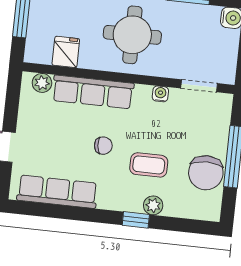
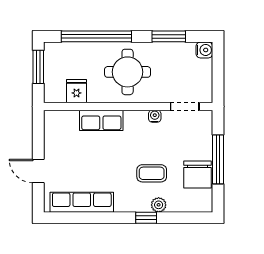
plant: (42, 83) -> (60, 118), removed
row of seats: (93, 92) -> (101, 120), width x0.68
chair: (103, 146) -> (114, 162), removed

